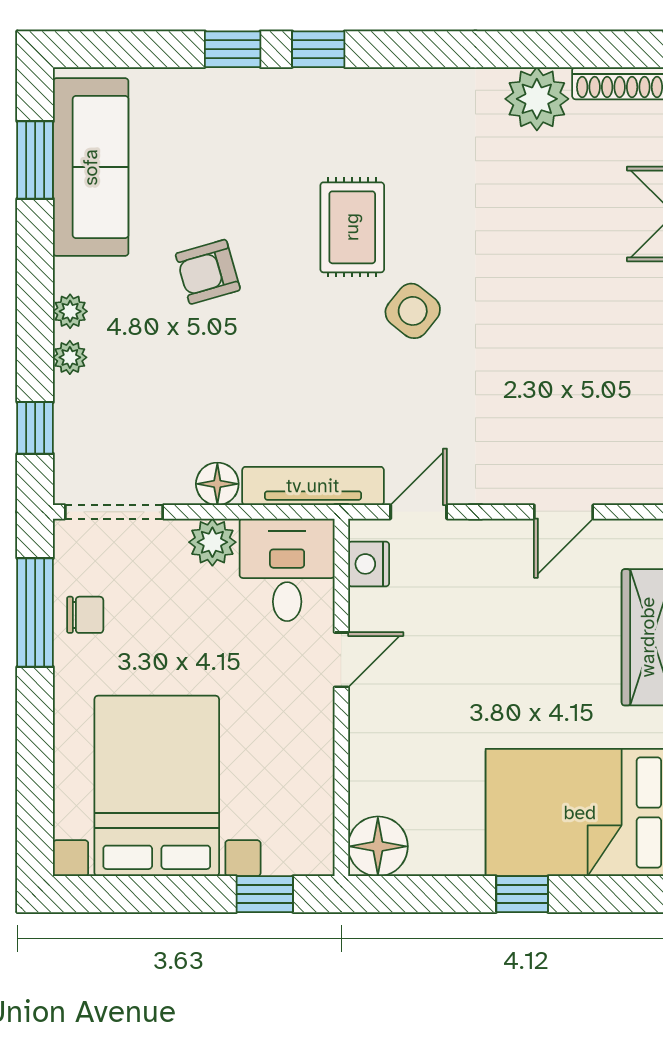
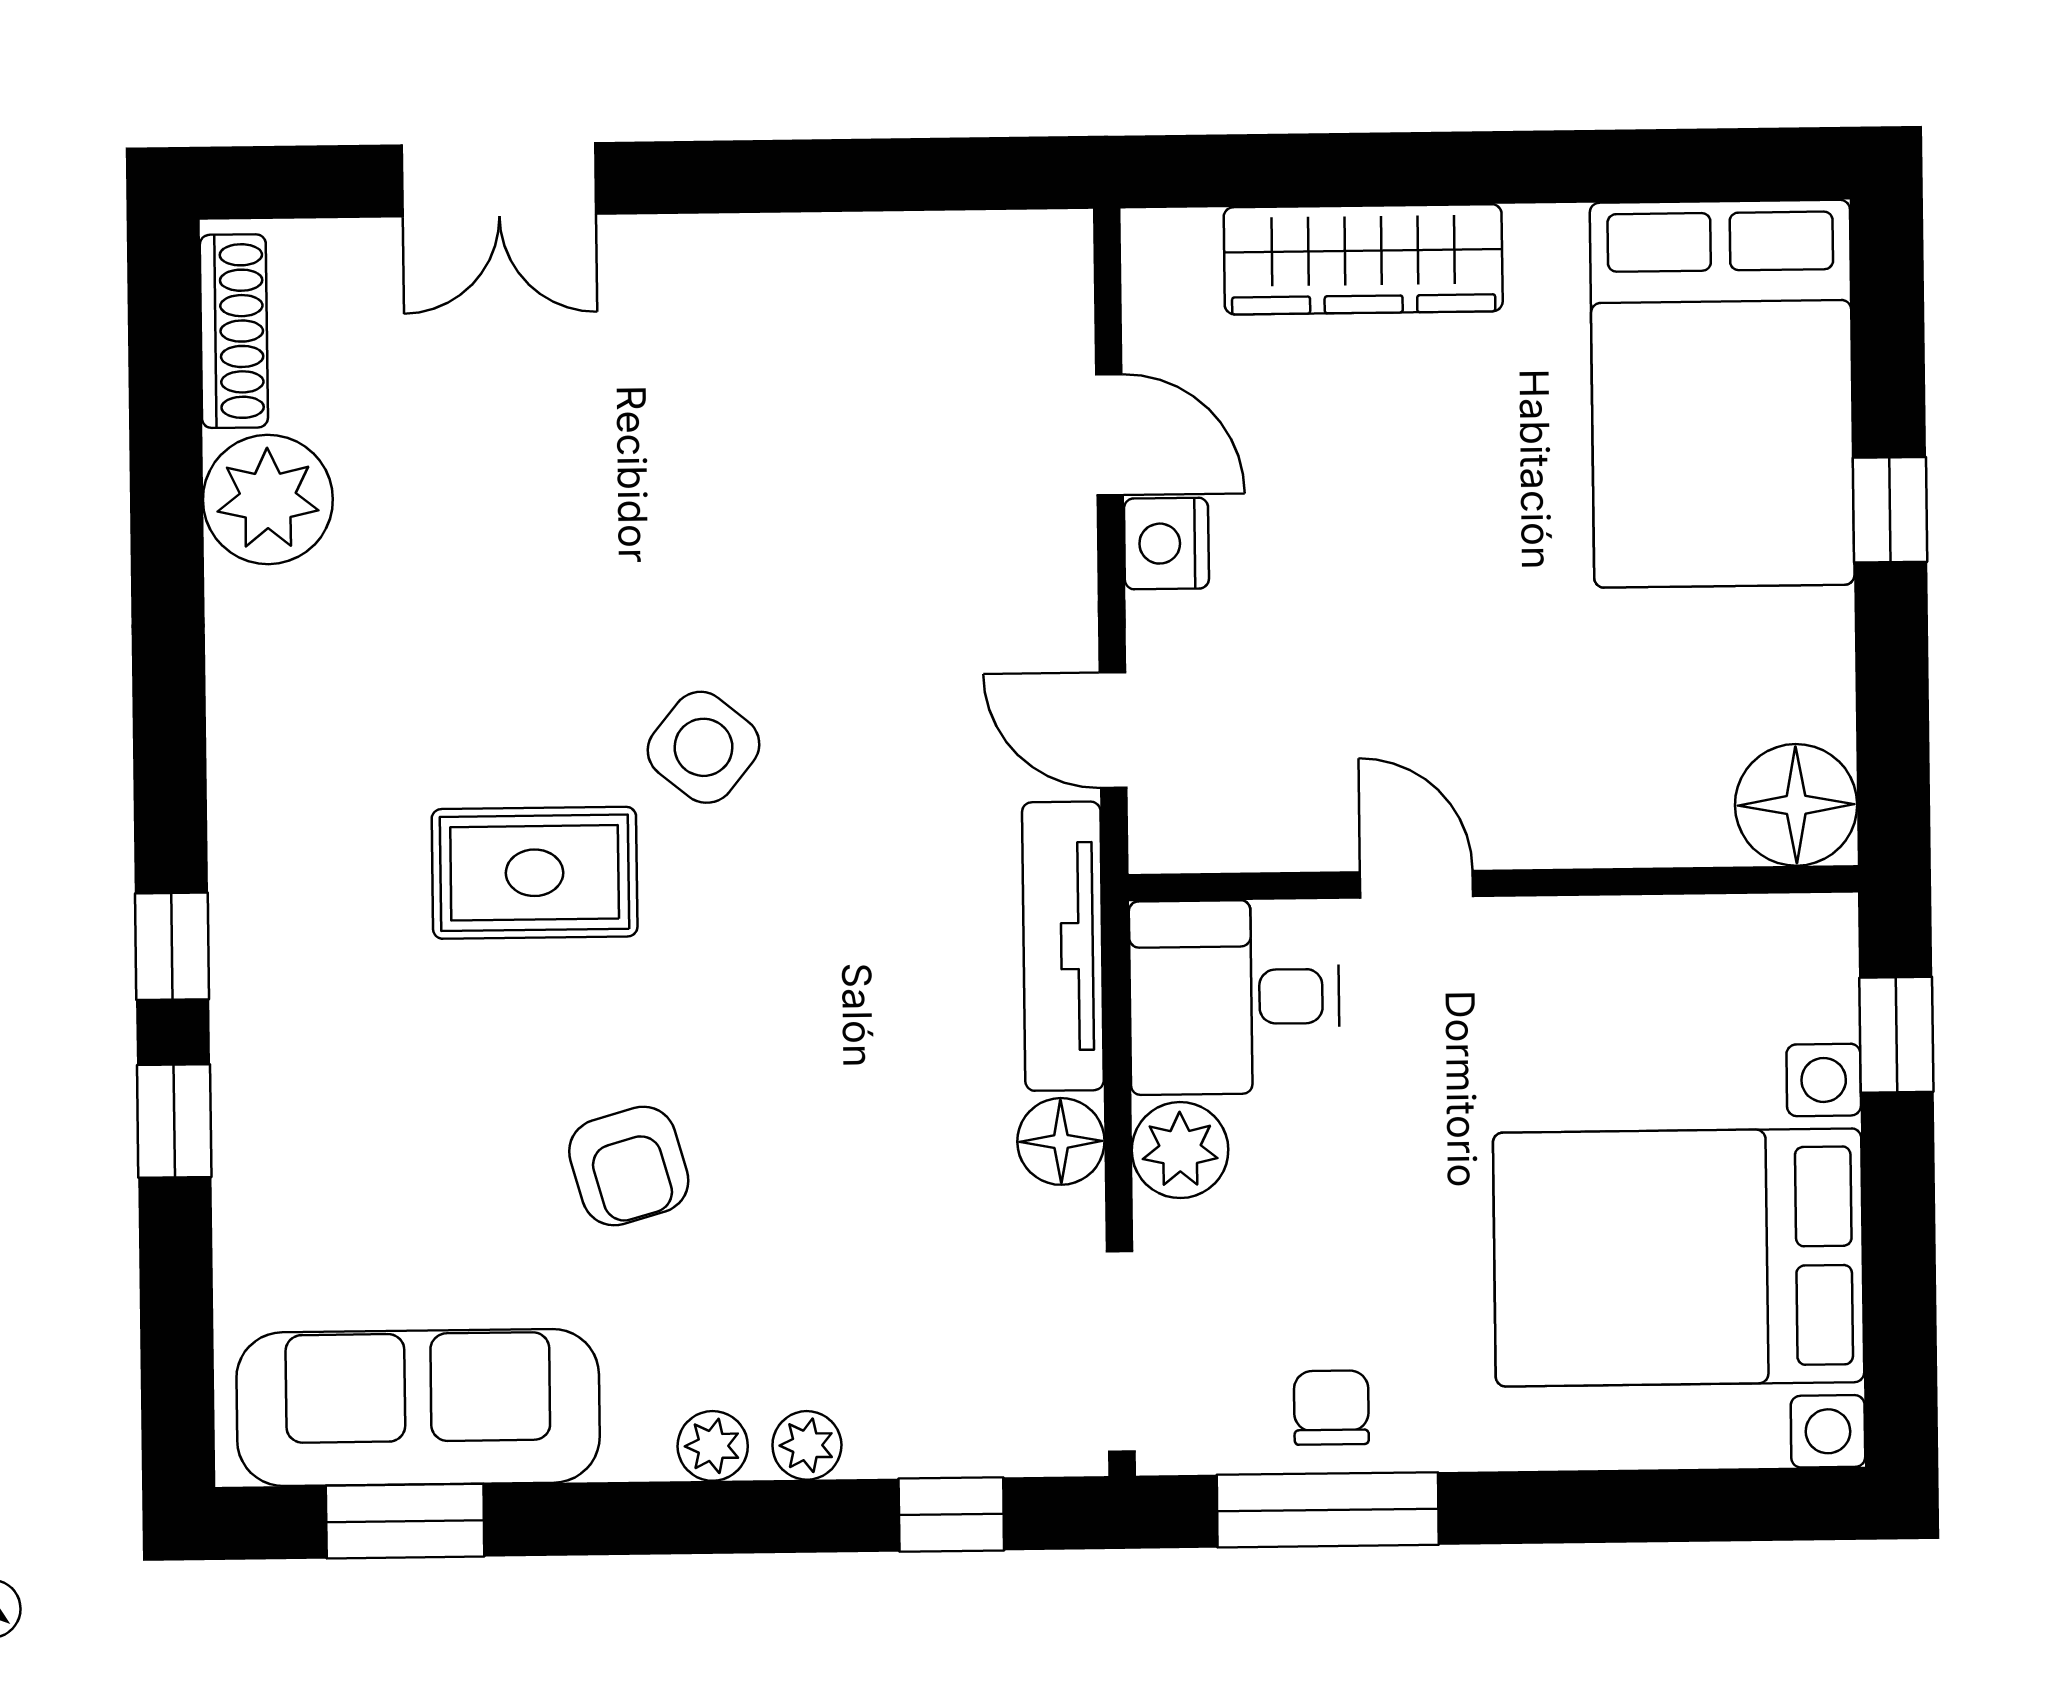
nightstand: (369, 564) -> (1166, 544), moved, turned 90

